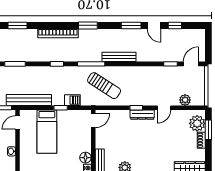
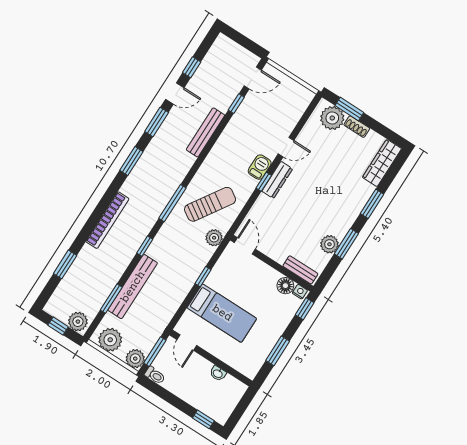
window: (88, 25) -> (131, 161), moved
bench: (119, 57) -> (205, 132), moved
door: (191, 64) -> (253, 78), swing flipped
bench: (29, 100) -> (133, 287), moved
barbecue: (72, 100) -> (260, 167), moved
plant: (185, 100) -> (214, 238), moved
door: (164, 108) -> (286, 147), hinge flipped

